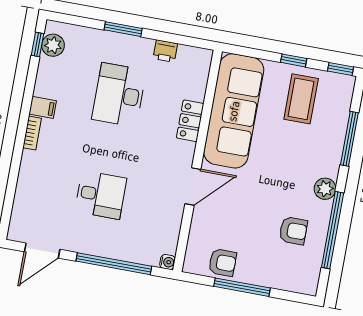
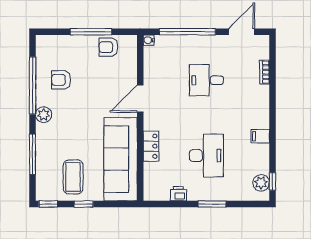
bookcase: (32, 133) -> (265, 72), moved

